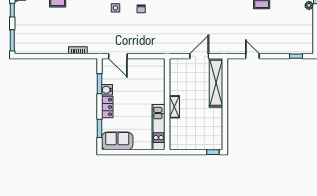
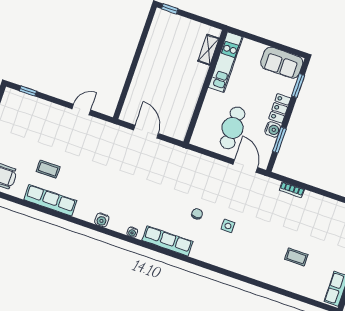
door: (199, 56) -> (146, 132), swing flipped
door: (252, 56) -> (81, 109), swing flipped
cafe table: (137, 81) -> (233, 128), added
shelving: (216, 83) -> (137, 92), removed
shelving: (174, 107) -> (208, 50), moved

